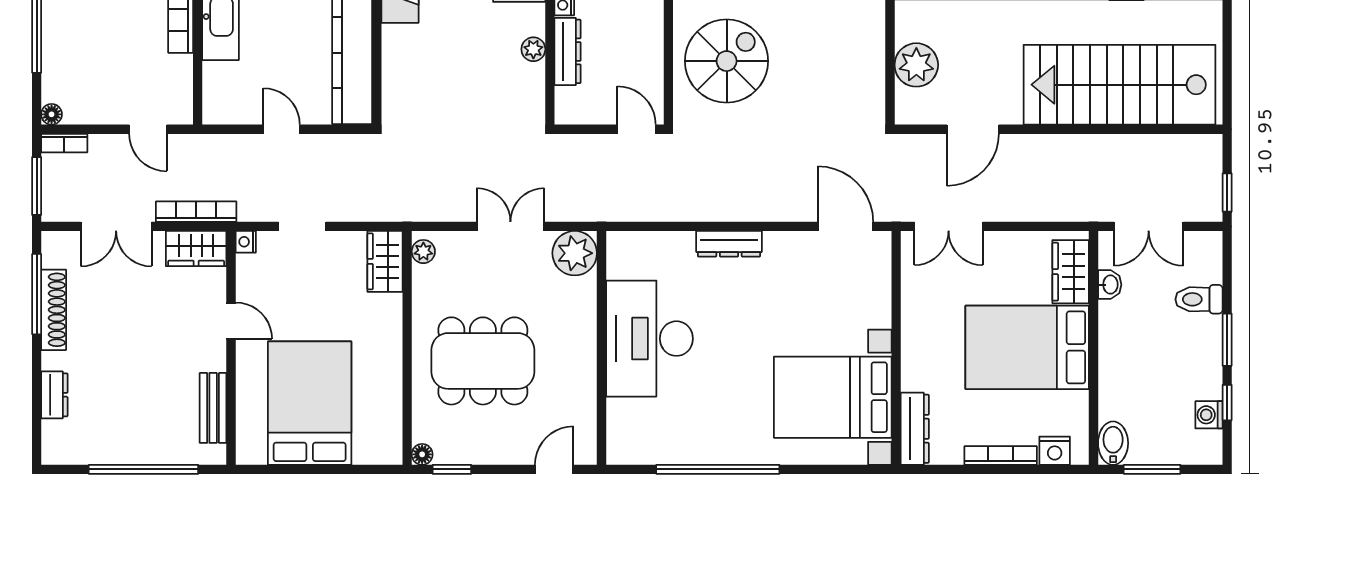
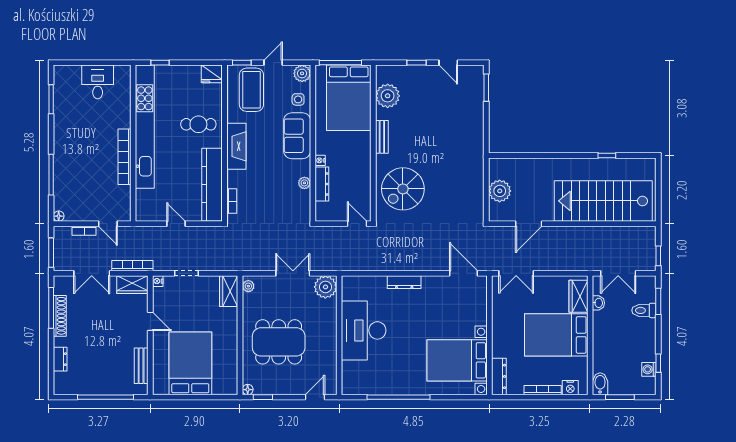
spiral stairs: (727, 61) -> (403, 189), turned 180
bookcase: (391, 85) -> (232, 201), added
bookcase: (64, 143) -> (84, 231), moved
window: (1227, 340) -> (658, 301), moved

